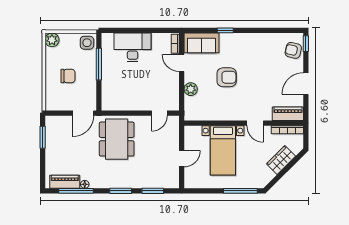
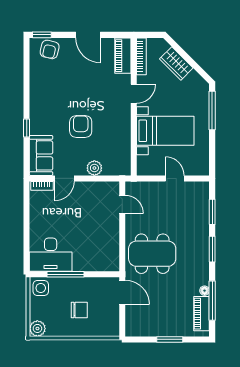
desk: (133, 47) -> (51, 255), moved, turned -90
chair: (68, 76) -> (79, 310), turned 90
window: (43, 137) -> (170, 339), moved

